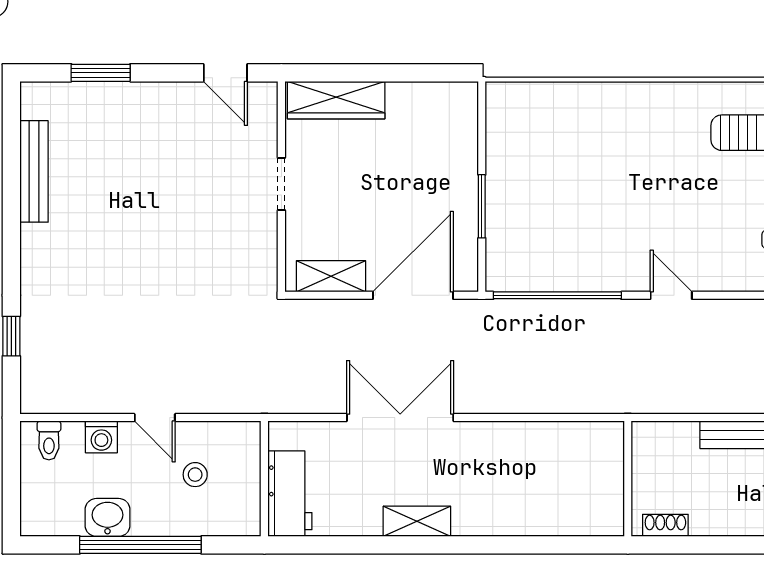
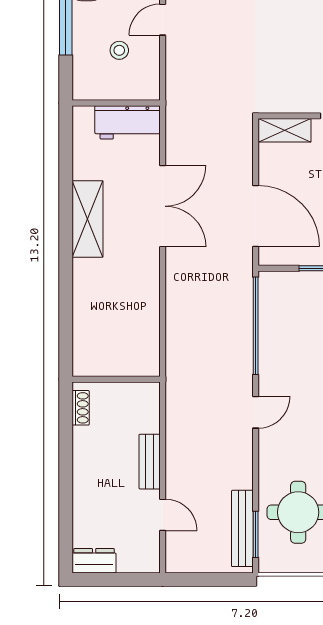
shelving: (331, 276) -> (285, 130), moved, turned 90
workbench: (290, 494) -> (128, 122), moved
shelving: (417, 521) -> (88, 219), width x1.50, depth x1.33

